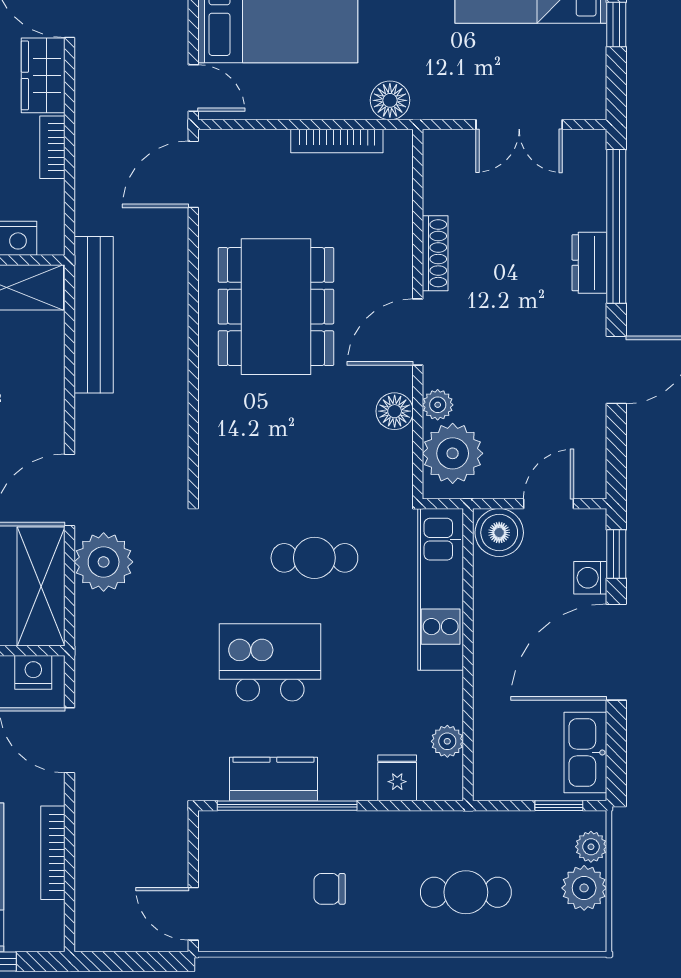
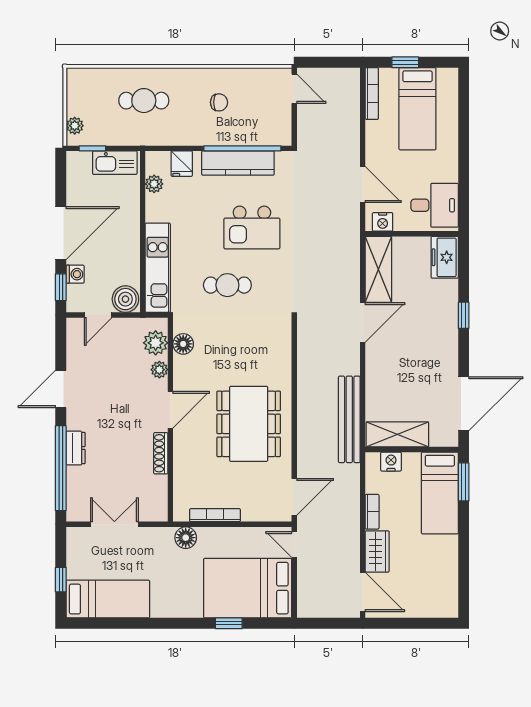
floor lamp: (395, 411) -> (183, 344), moved
plant: (453, 453) -> (156, 343), width x0.73, depth x0.73
plant: (104, 562) -> (344, 283), removed
kitchen sink: (585, 753) -> (115, 163), moved, turned 90
kitchen counter: (273, 779) -> (238, 163), width x1.50
bookcase: (53, 853) -> (372, 94), moved
plant: (584, 888) -> (79, 103), removed

